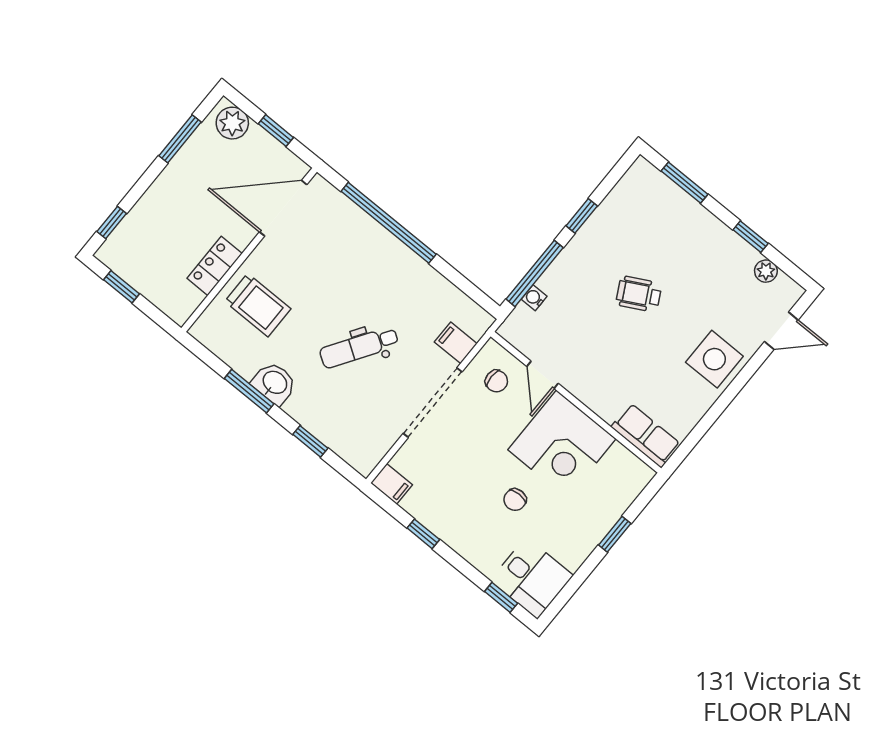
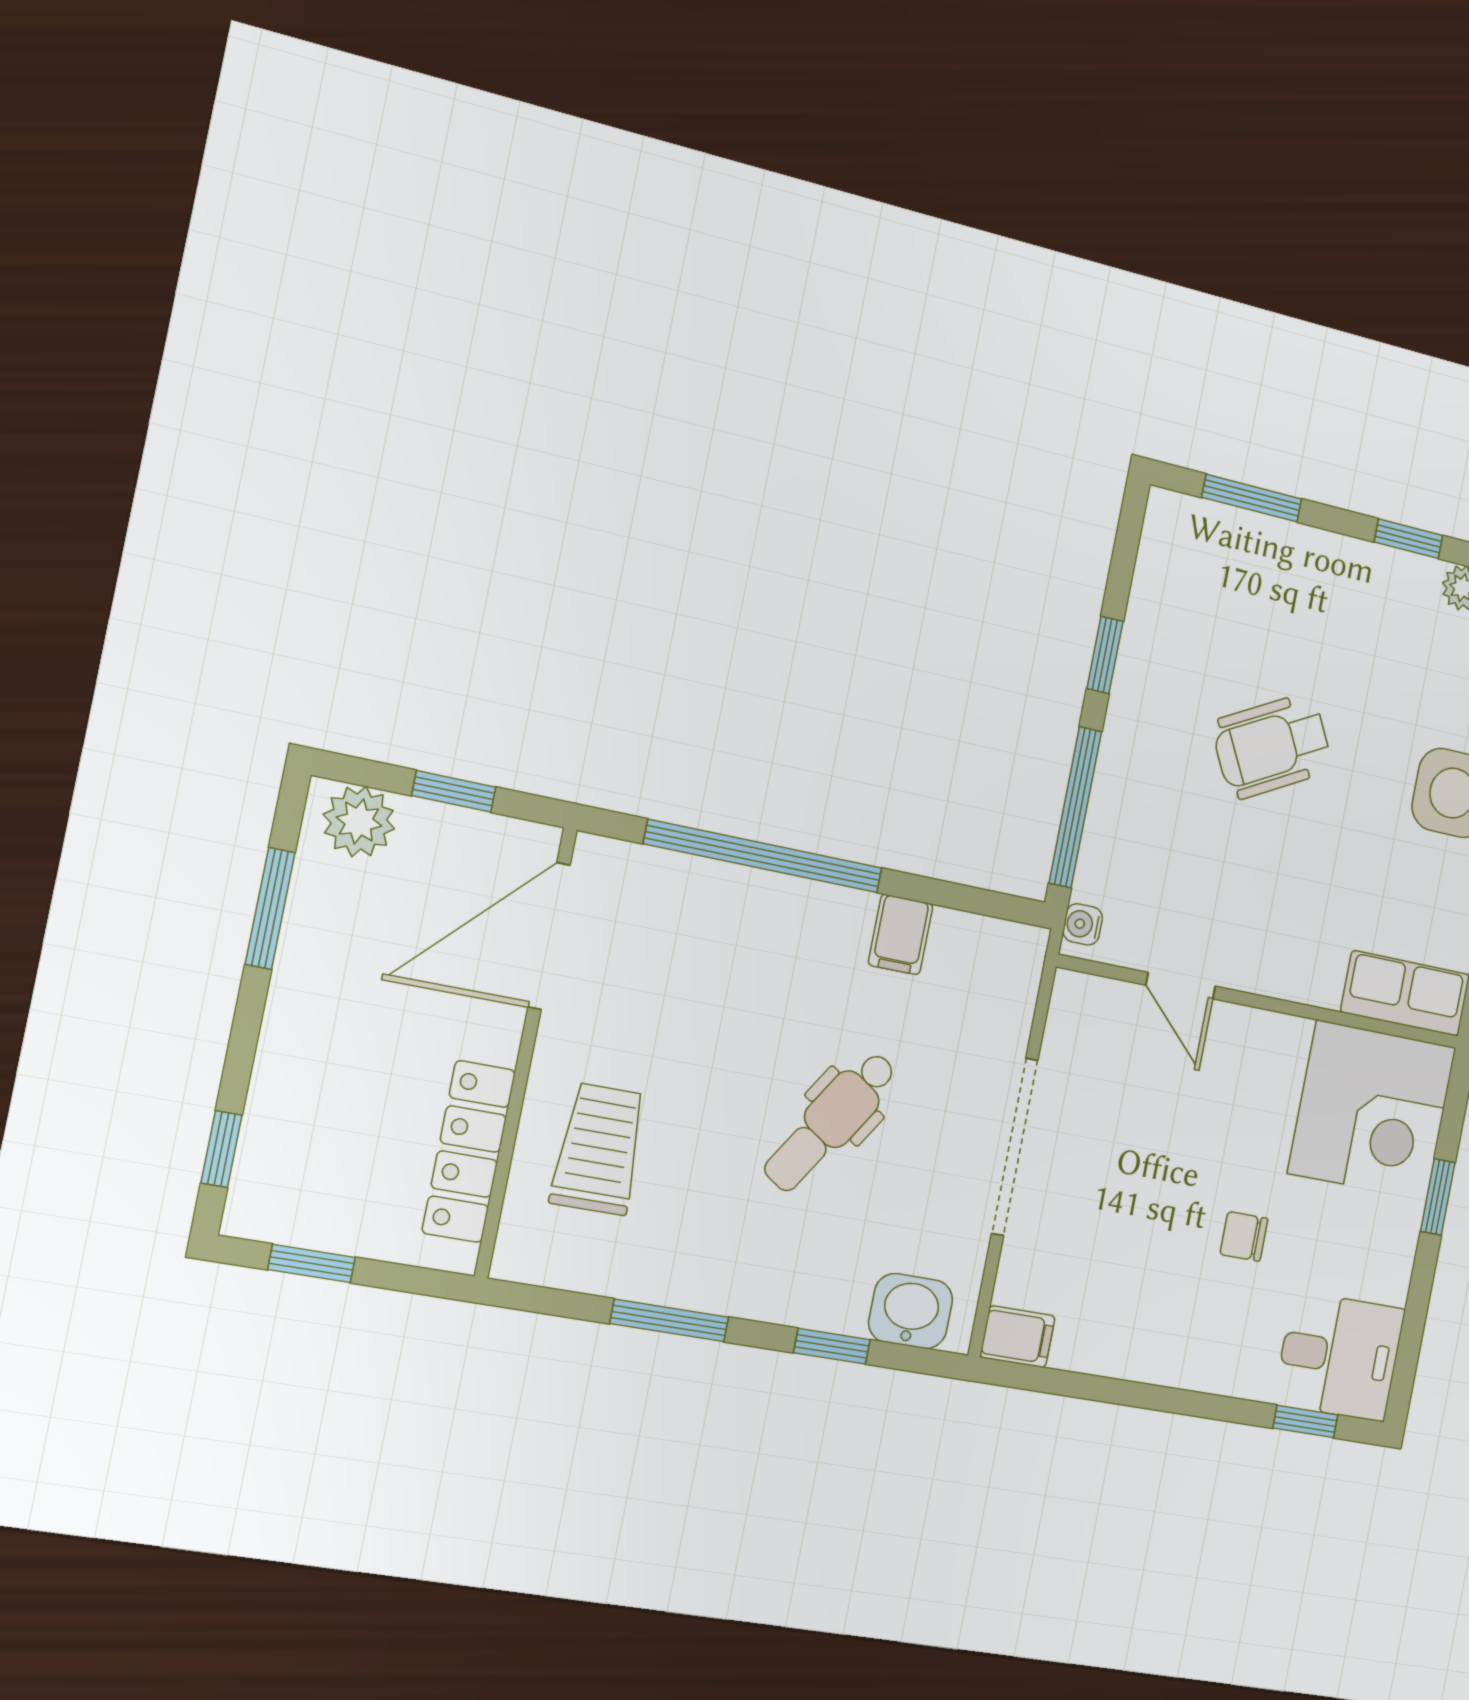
locker: (215, 266) -> (469, 1152), width x1.53
wheelchair: (639, 294) -> (1272, 746), width x1.36, depth x1.37
water cooler: (534, 298) -> (1083, 924), moved
trolley: (258, 305) -> (599, 1149), turned -90
filing cabinet: (456, 343) -> (901, 934), moved, turned -90
chair: (496, 381) -> (1107, 1043), removed
washbasin: (274, 383) -> (911, 1311), moved
corner desk: (562, 444) -> (1372, 1110), moved
chair: (515, 500) -> (1244, 1236), turned 90
window: (423, 534) -> (1118, 1392), removed

